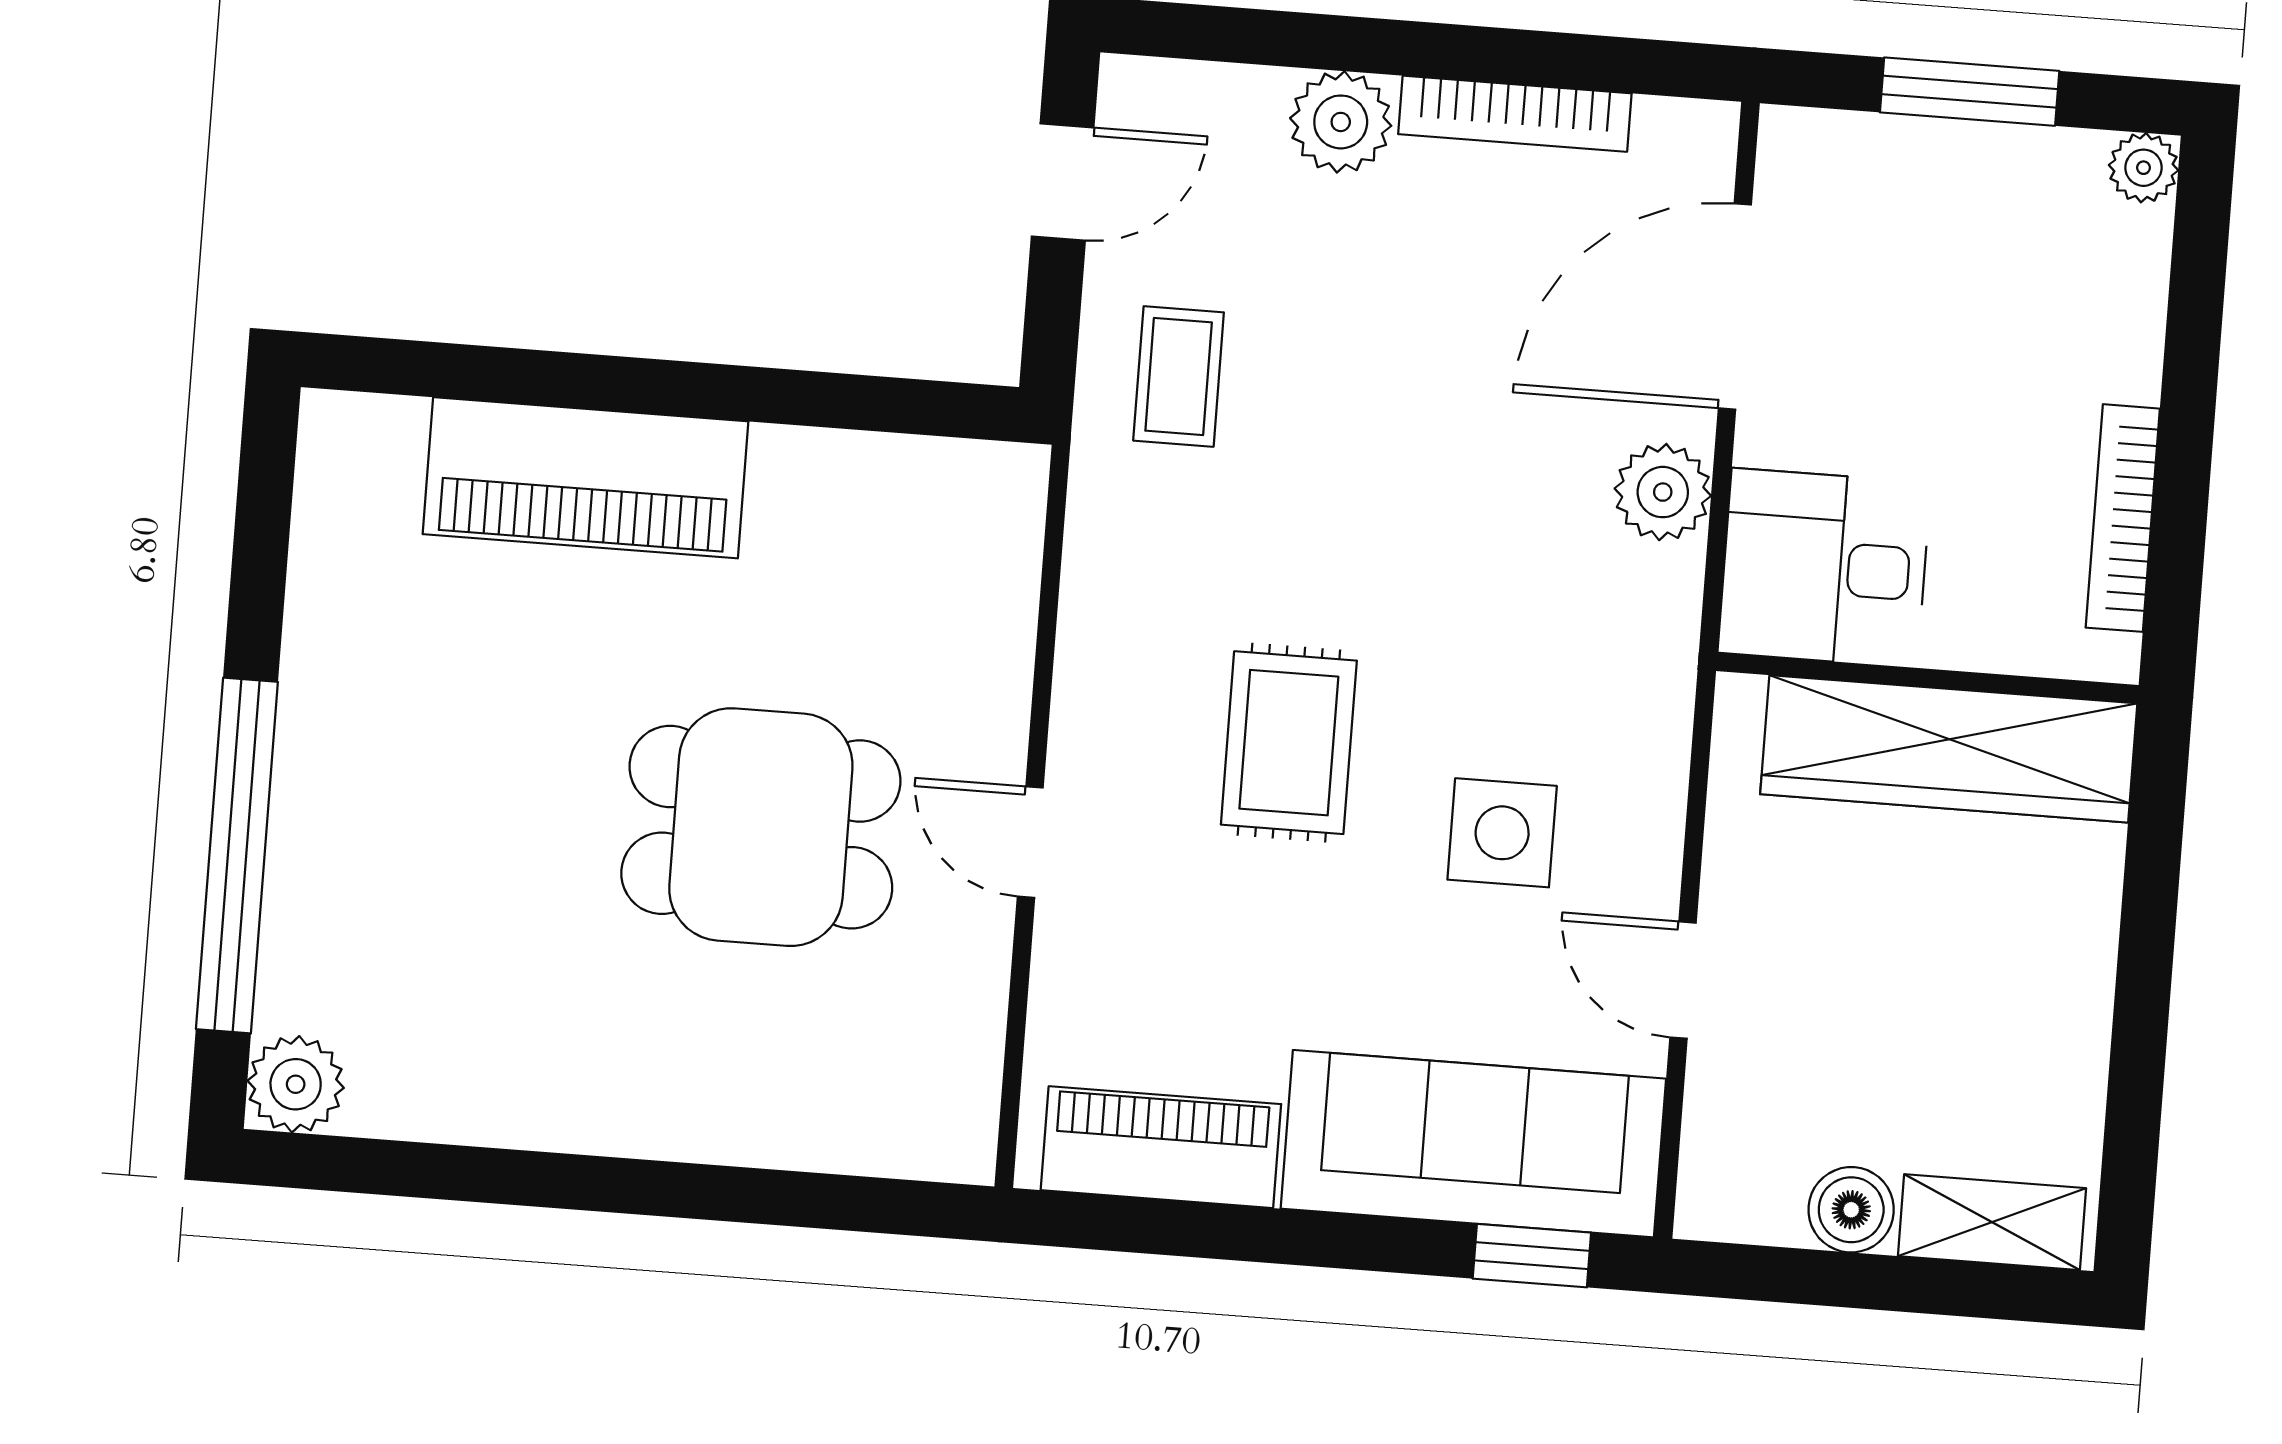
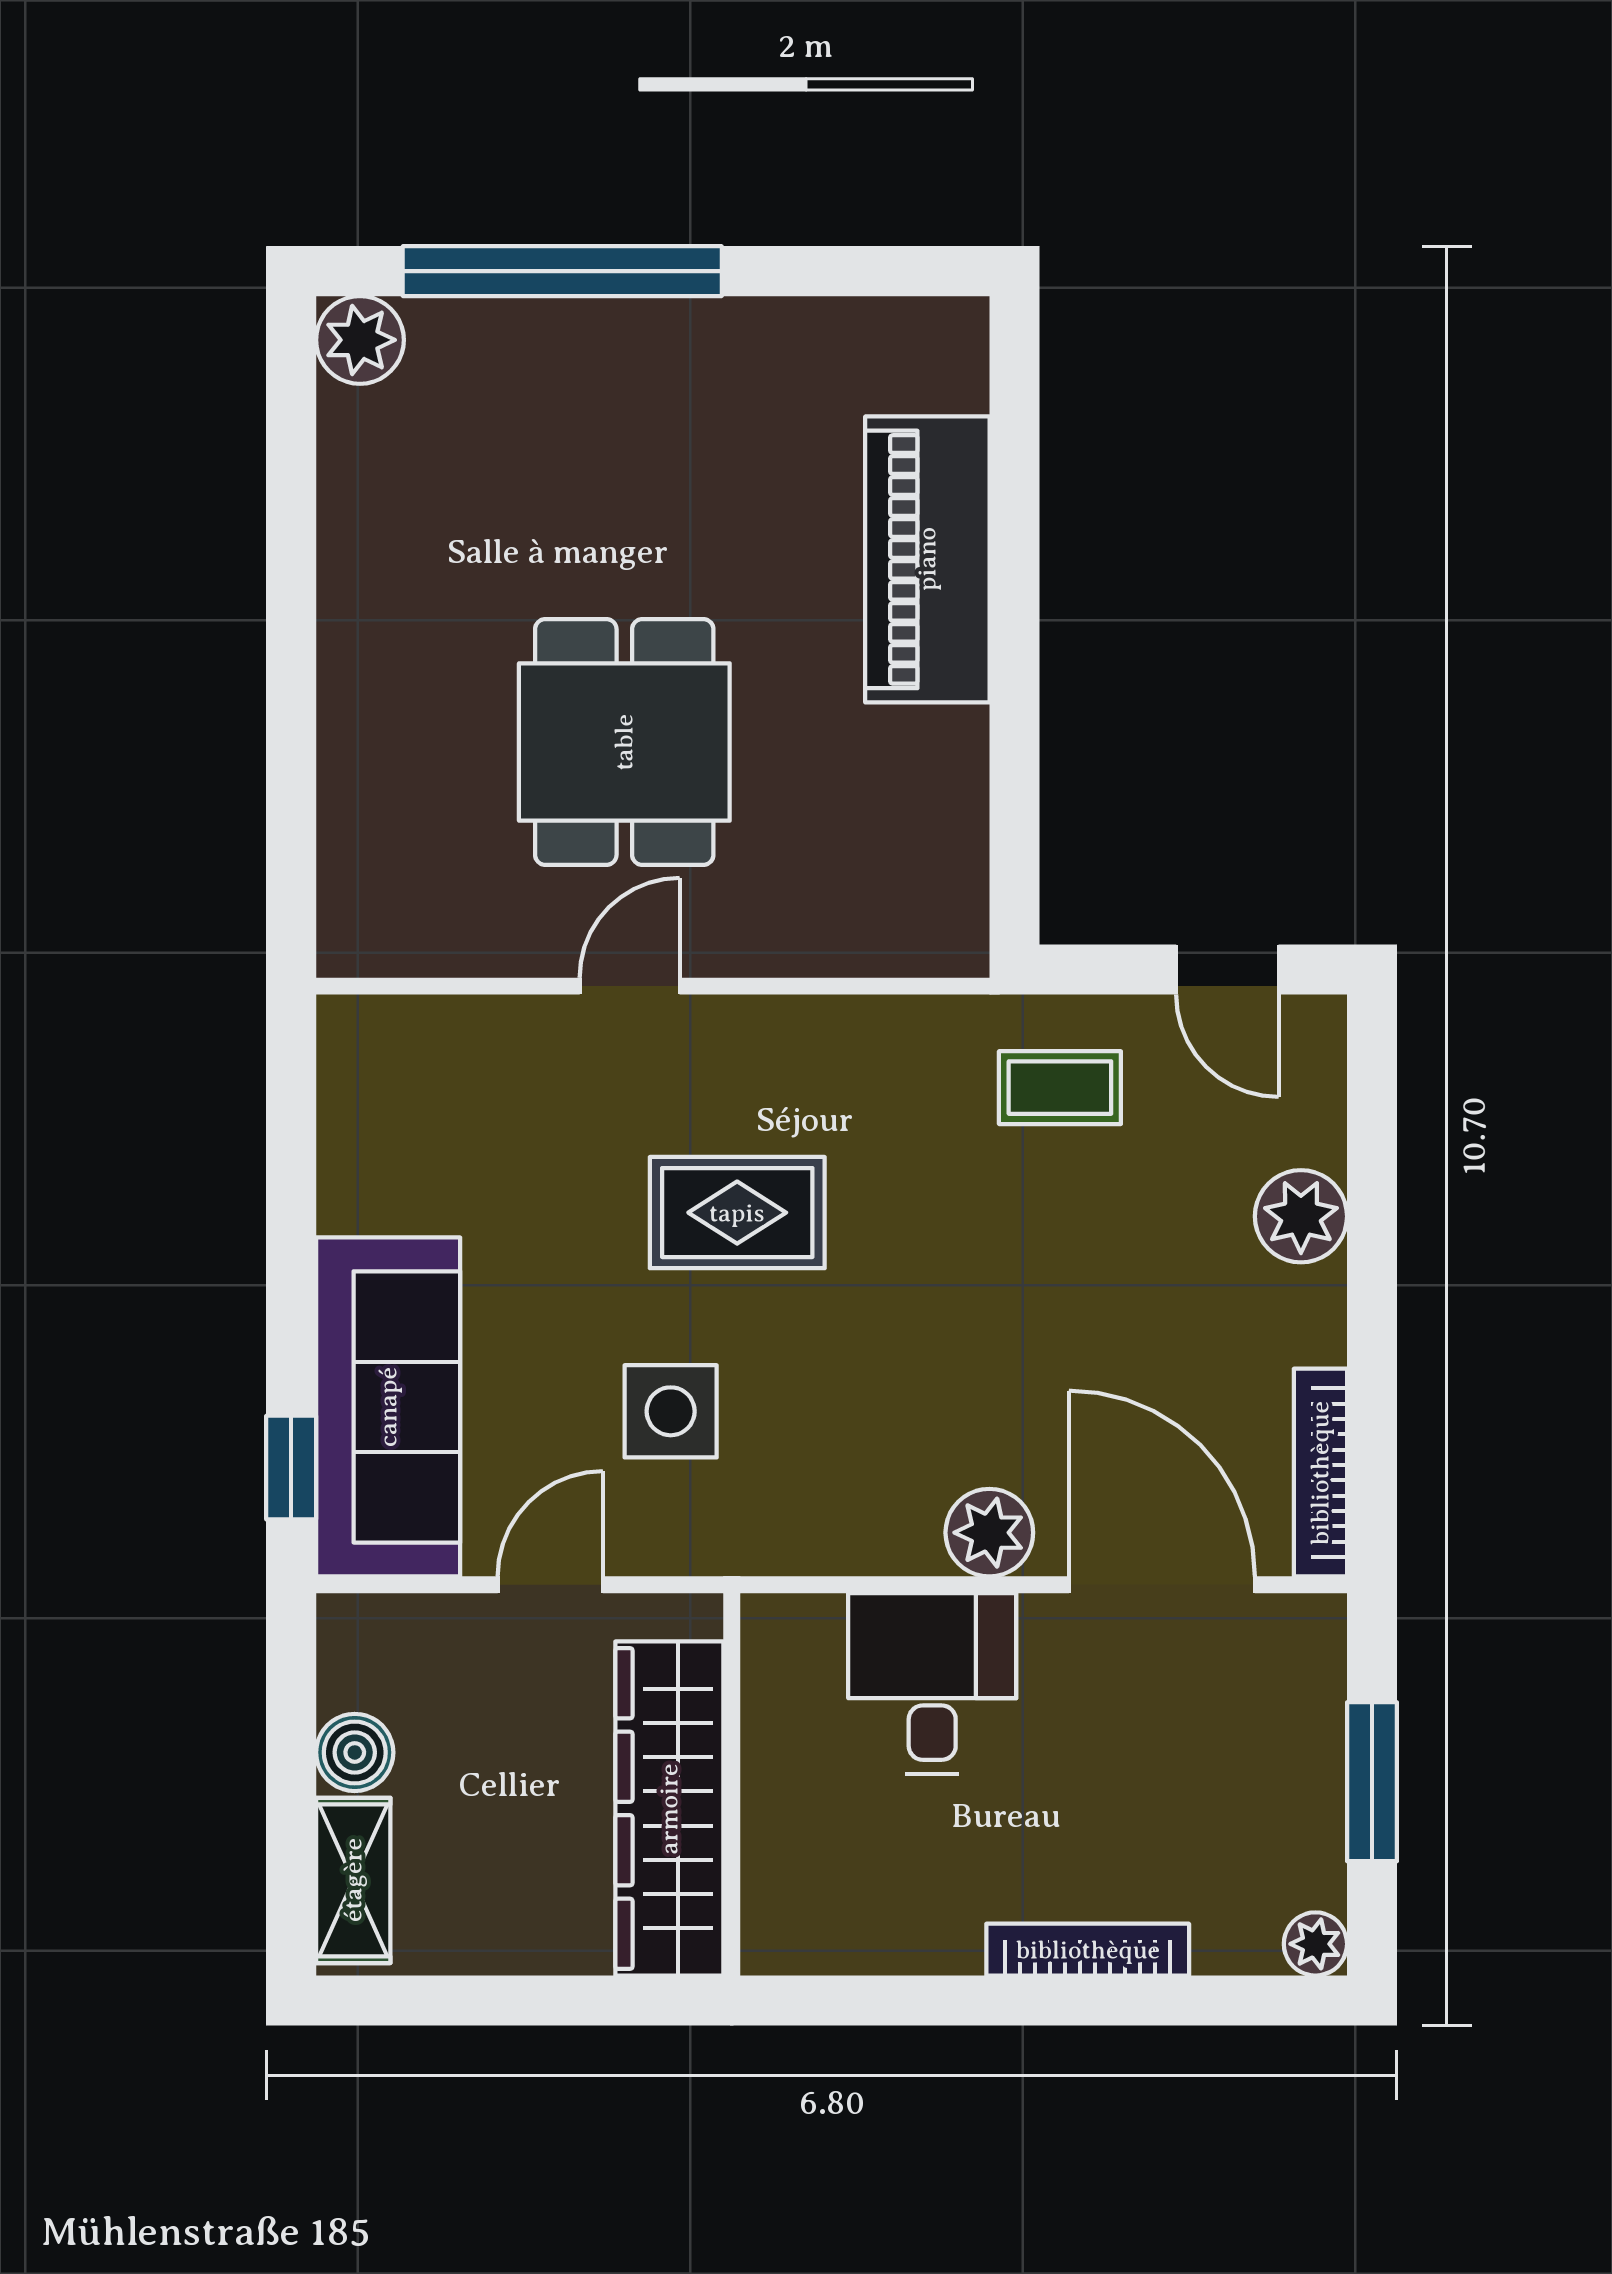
bookcase: (1515, 114) -> (1320, 1473), moved
bookcase: (2123, 518) -> (1088, 1950), moved
wall: (1927, 678) -> (732, 1784), moved
wardrobe: (1949, 749) -> (669, 1809), moved
piano: (1161, 1147) -> (363, 1125), removed

